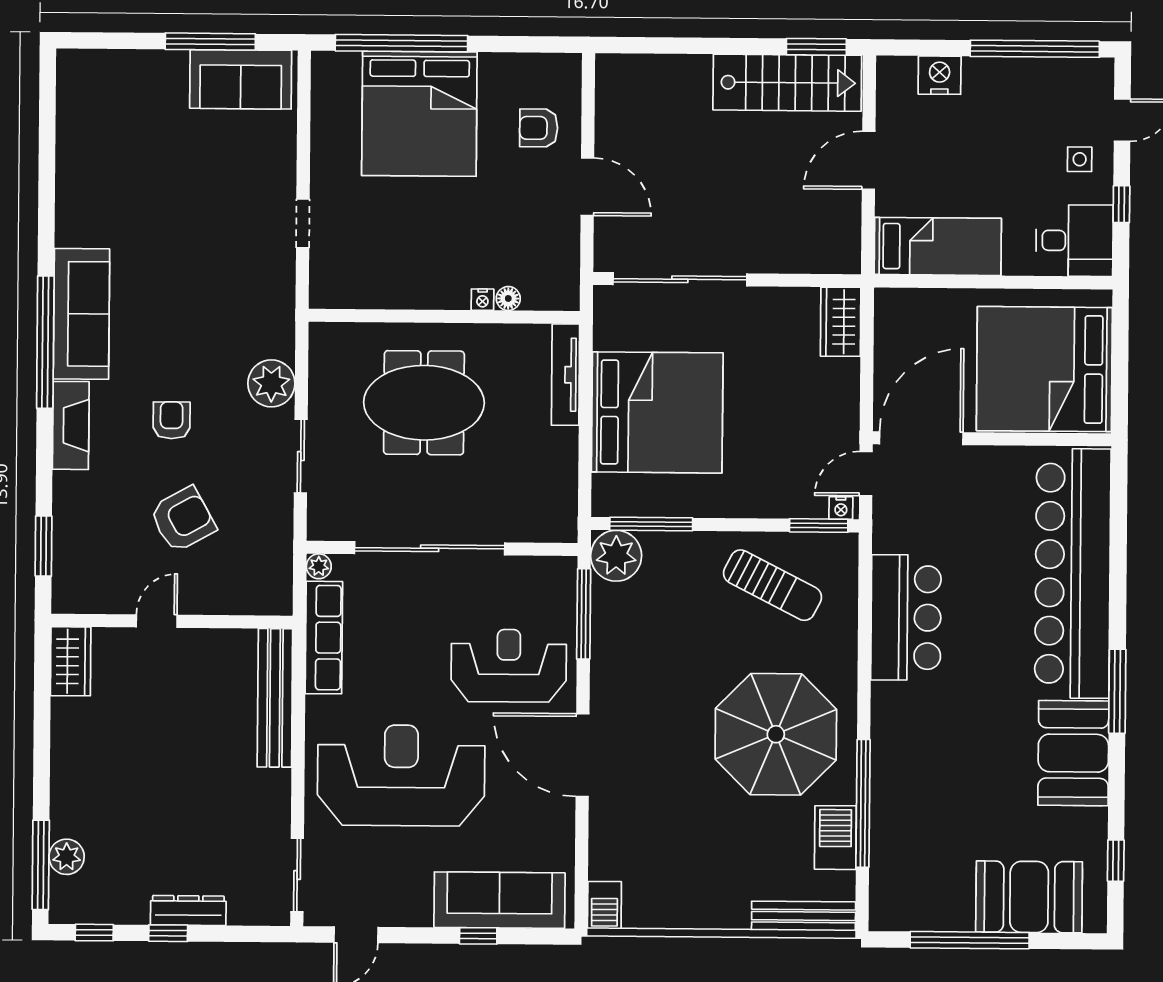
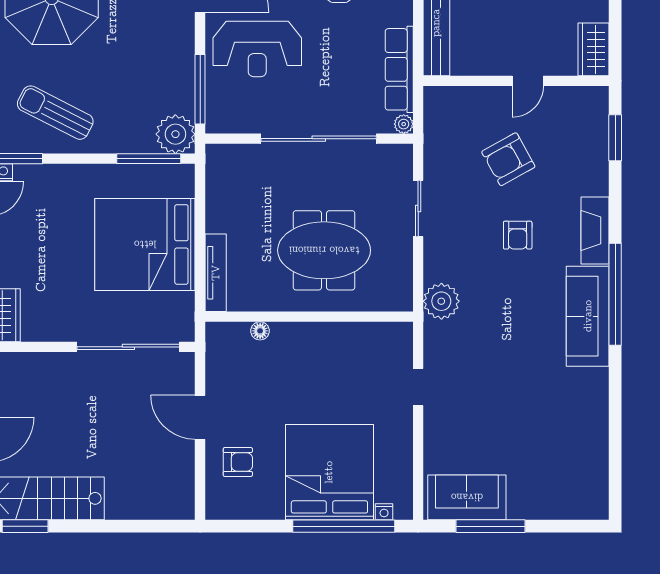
nightstand: (482, 300) -> (384, 512), moved, turned 180
plant: (271, 383) -> (441, 301), moved

